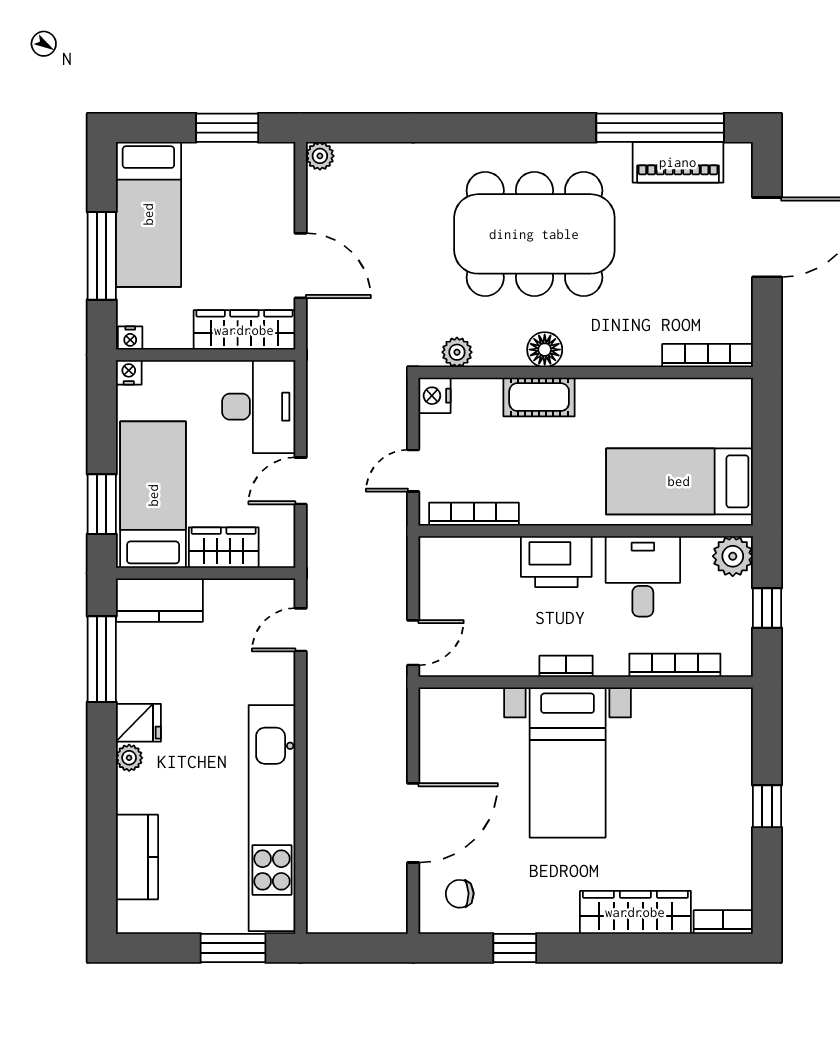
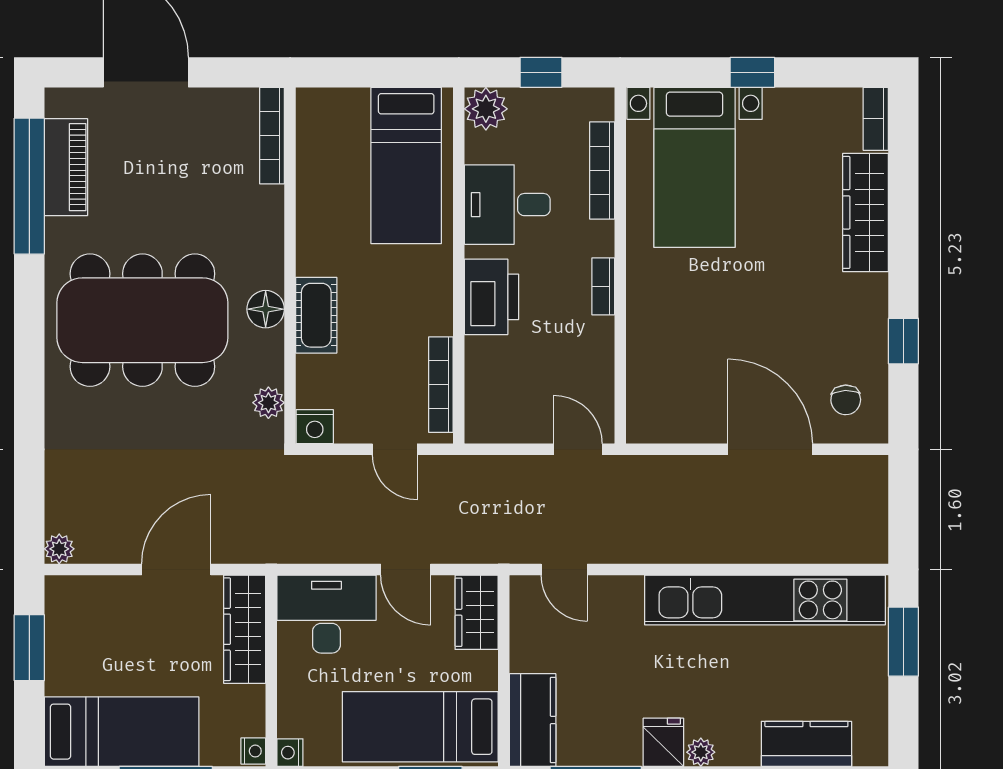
dining table: (534, 234) -> (142, 320), turned 90
wardrobe: (224, 548) -> (477, 612), moved
bed with nightstands: (568, 763) -> (695, 167), moved, turned 90

